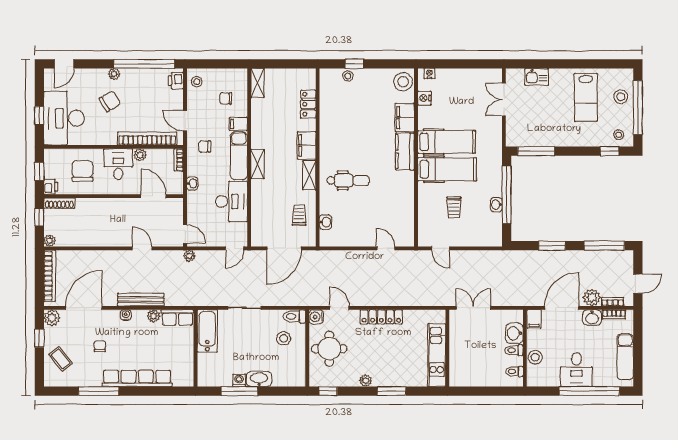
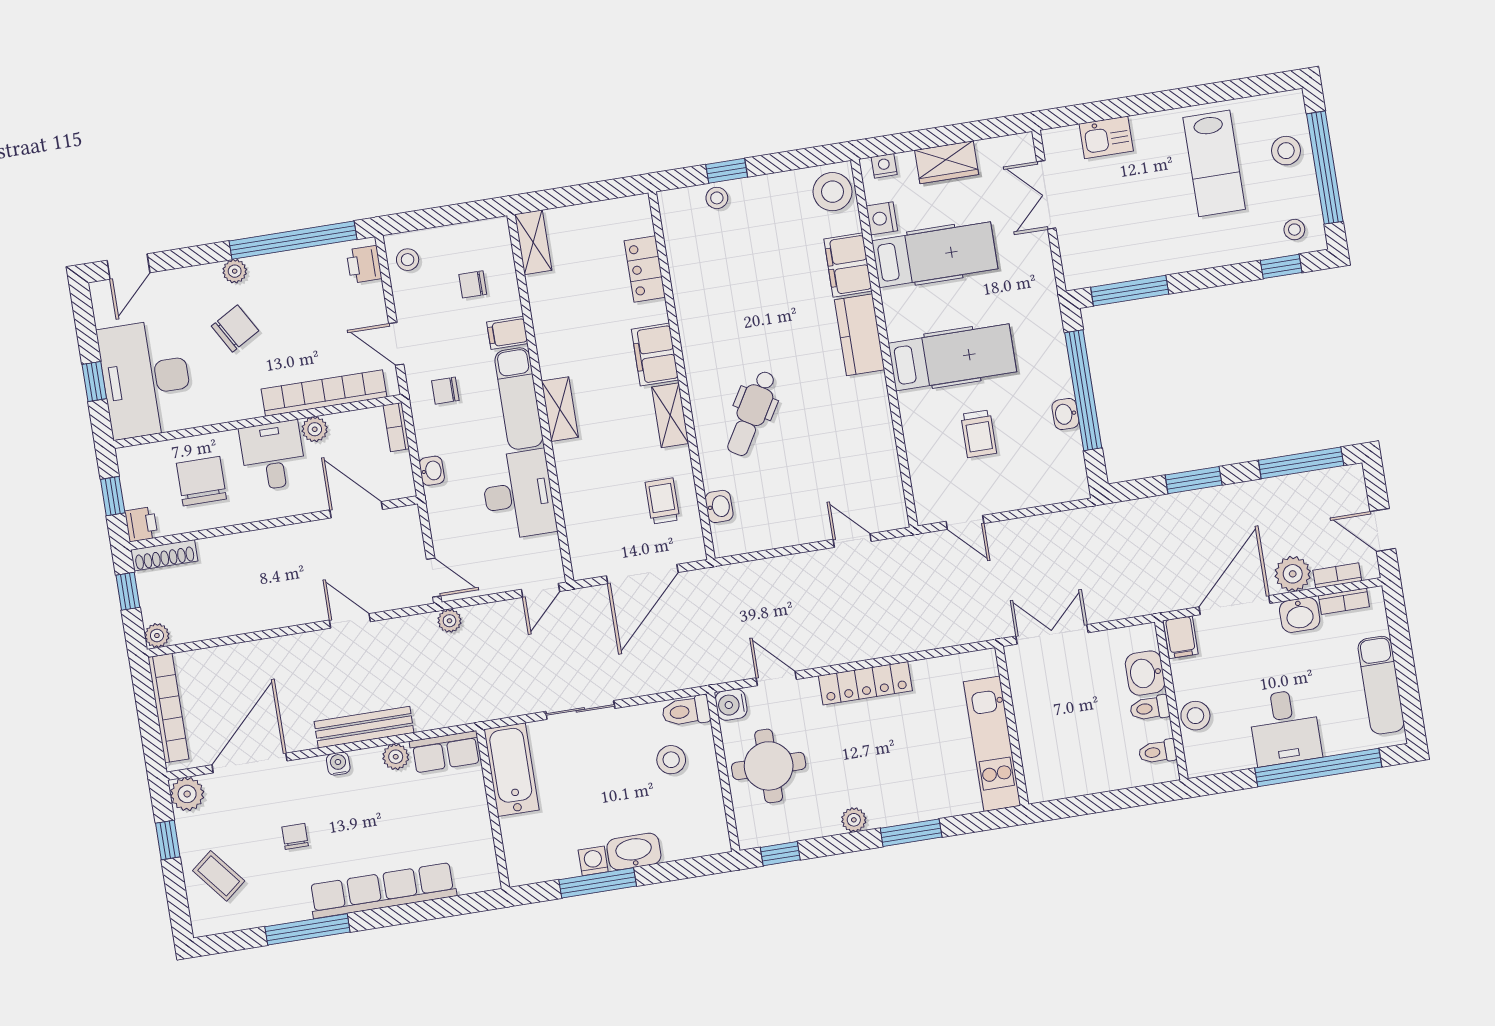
wardrobe: (459, 77) -> (947, 162), added
hospital bed: (447, 142) -> (935, 255), moved
dental chair: (348, 180) -> (752, 413), turned 121
door: (638, 284) -> (1383, 530), swing flipped

